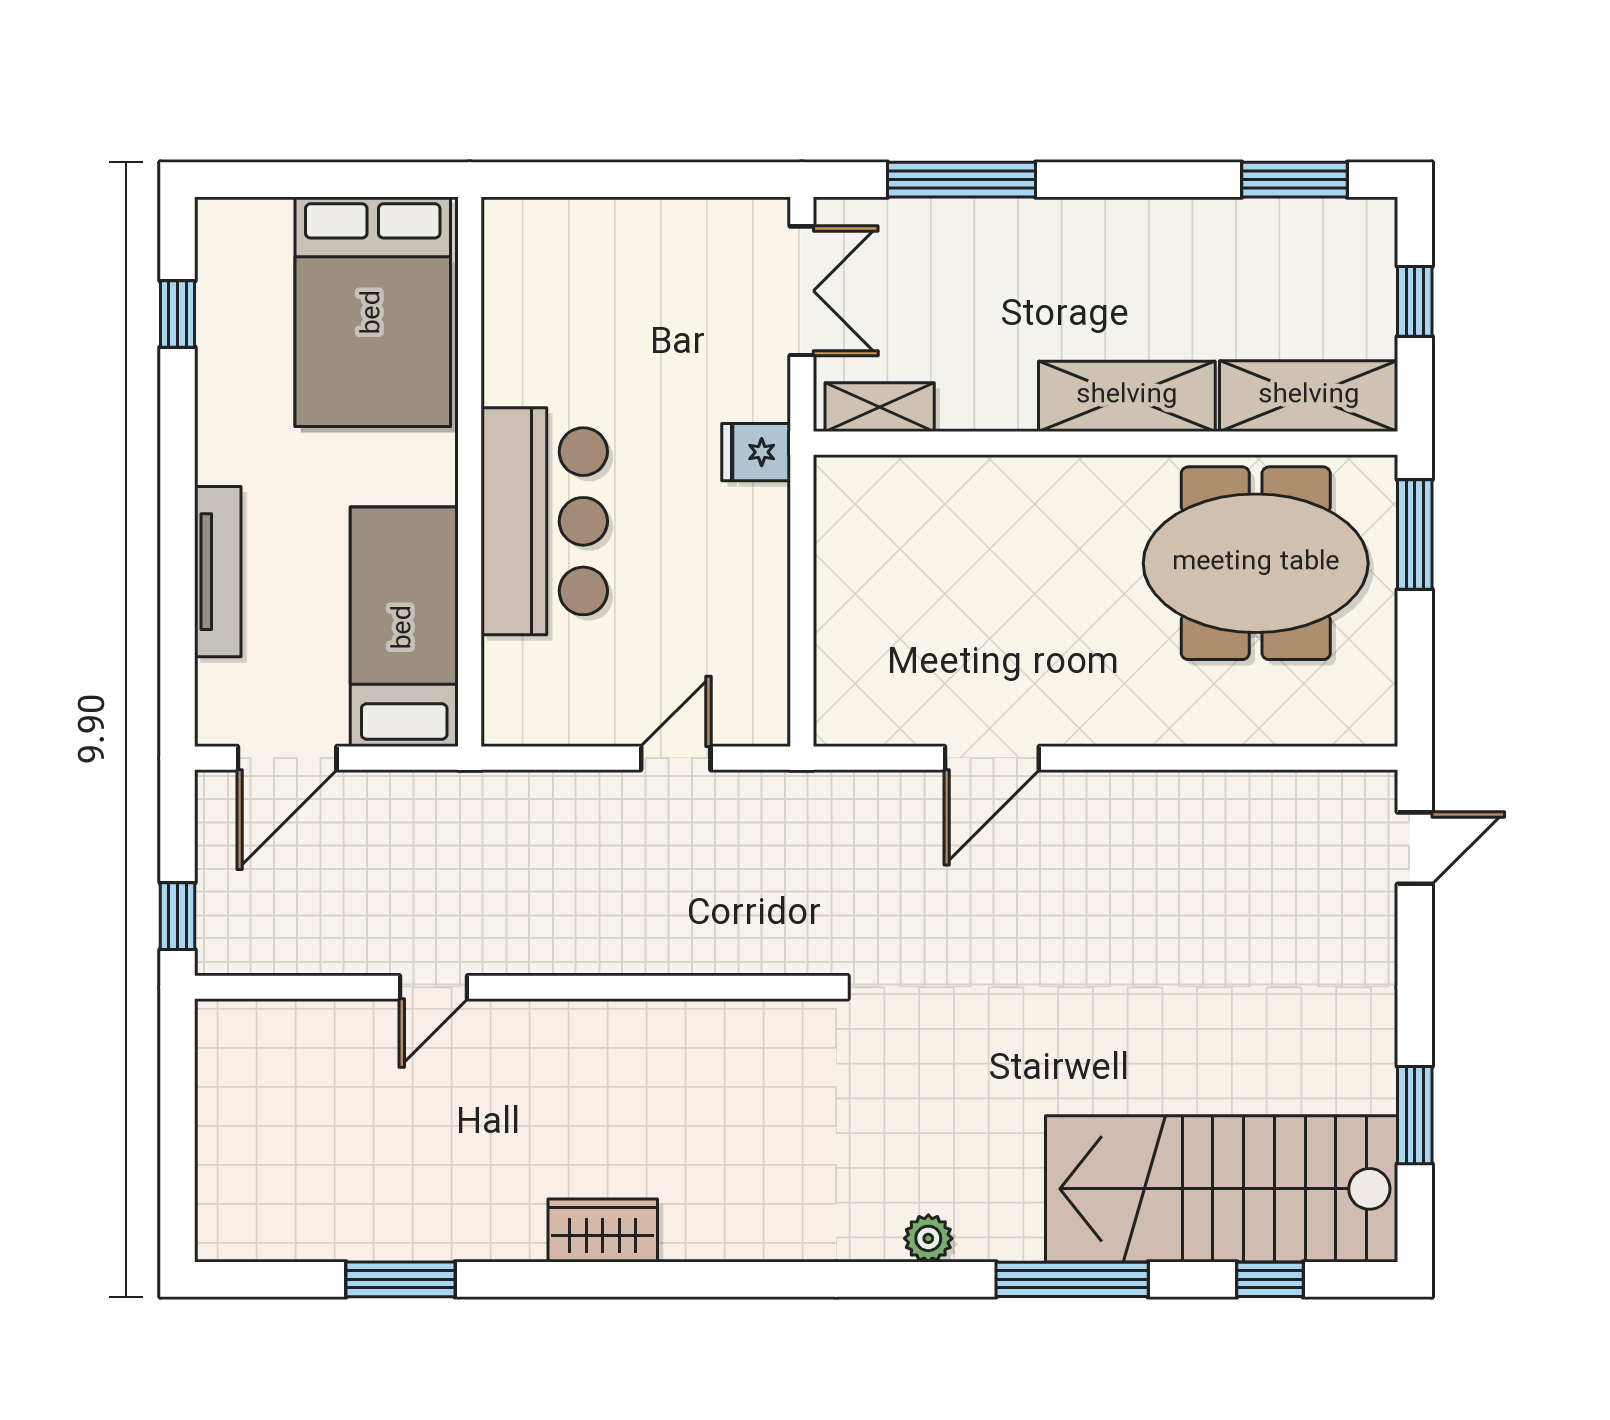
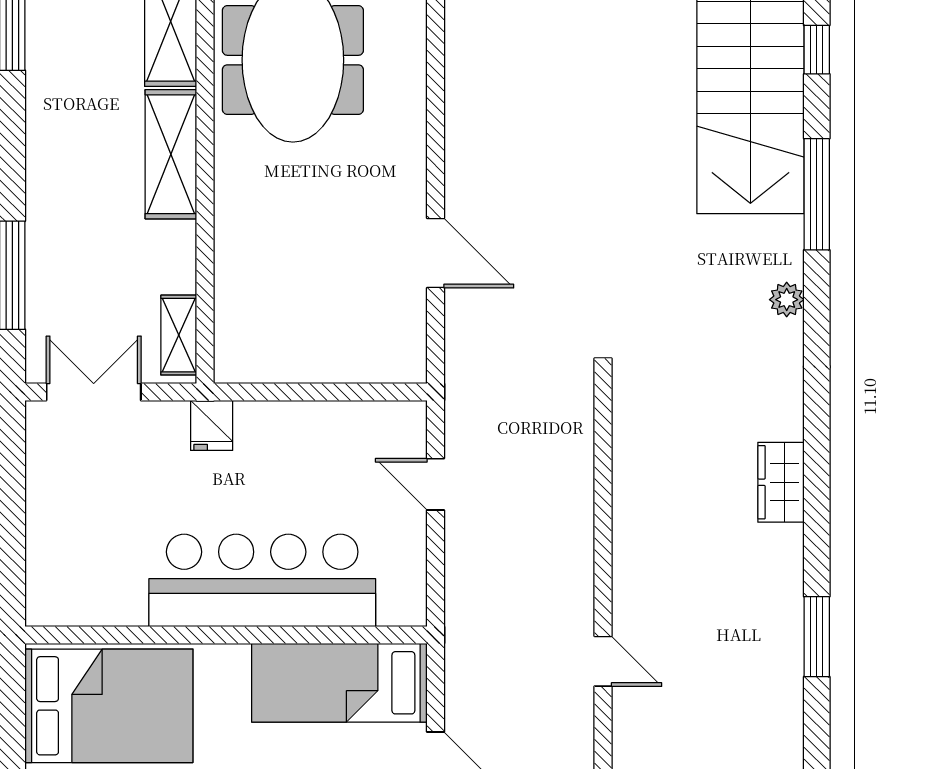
bar counter: (544, 521) -> (262, 580), width x1.36
wardrobe: (603, 1231) -> (781, 482), moved
window: (401, 1279) -> (817, 637), moved

